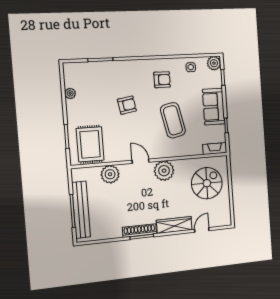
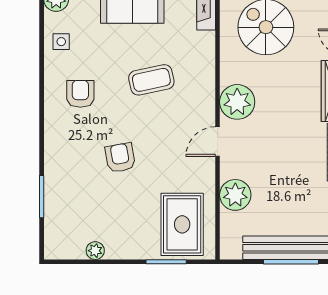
coffee table: (173, 120) -> (151, 80), width x0.73, depth x0.76
rug: (90, 144) -> (182, 224), turned 90

